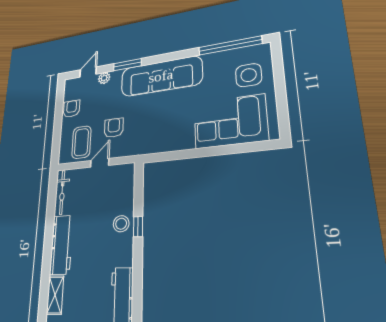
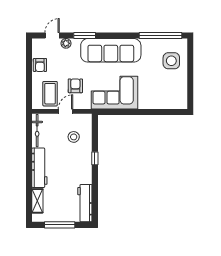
armchair: (72, 109) -> (40, 65), turned 180
corner sofa: (230, 121) -> (115, 93), moved
stool: (121, 224) -> (74, 137), moved

